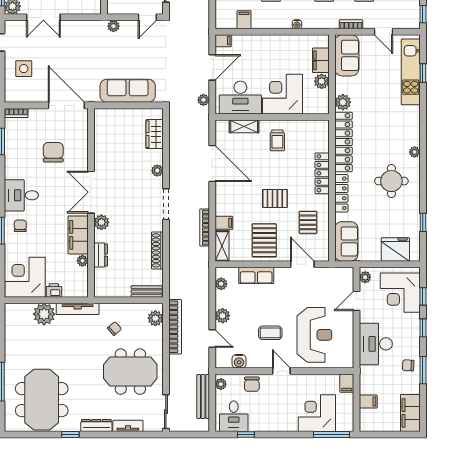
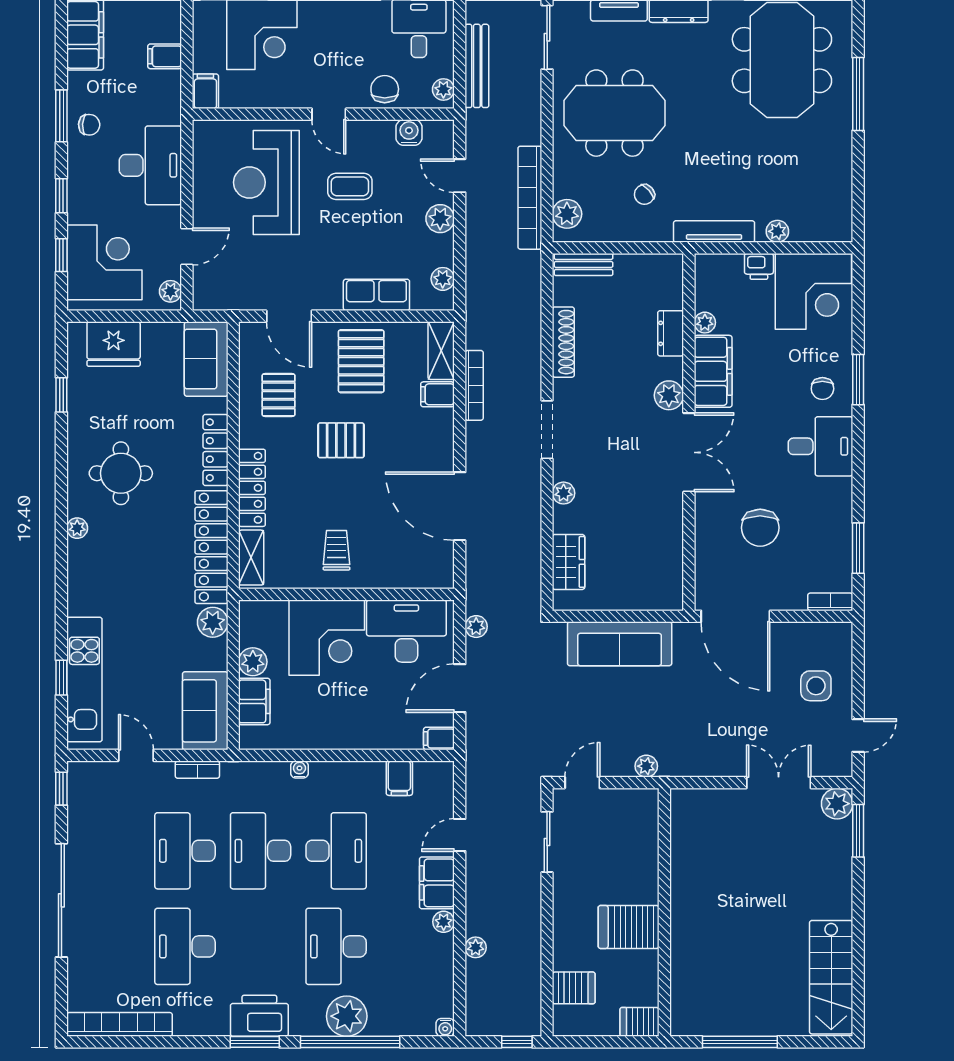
shelving: (244, 126) -> (251, 558), moved, turned 90
plant: (44, 314) -> (777, 231), width x0.53, depth x0.53

